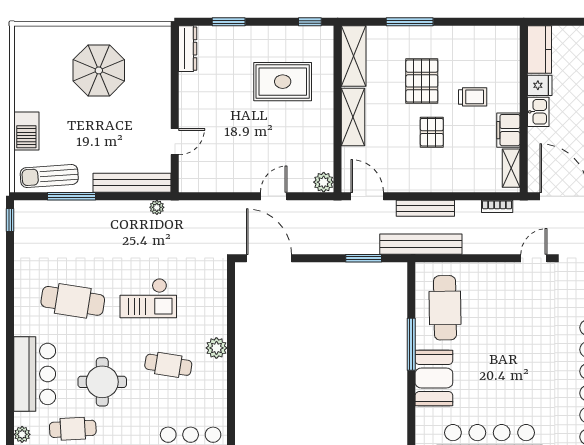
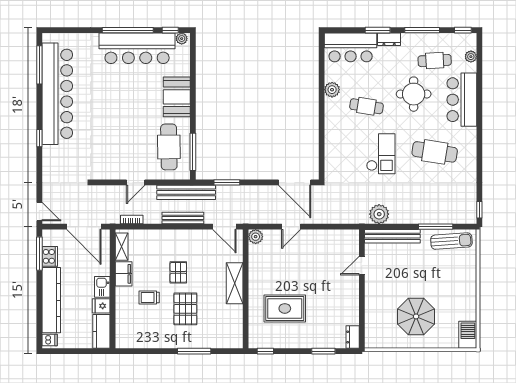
dresser: (188, 49) -> (353, 337), width x0.70
shelving: (354, 56) -> (234, 327), removed
barbecue: (26, 131) -> (468, 335), moved
plant: (157, 207) -> (379, 214), width x1.88, depth x1.88
door: (534, 258) -> (136, 182), moved
checkout: (148, 298) -> (381, 154), turned 90
window: (411, 344) -> (193, 152), moved
plant: (216, 348) -> (332, 90), moved

